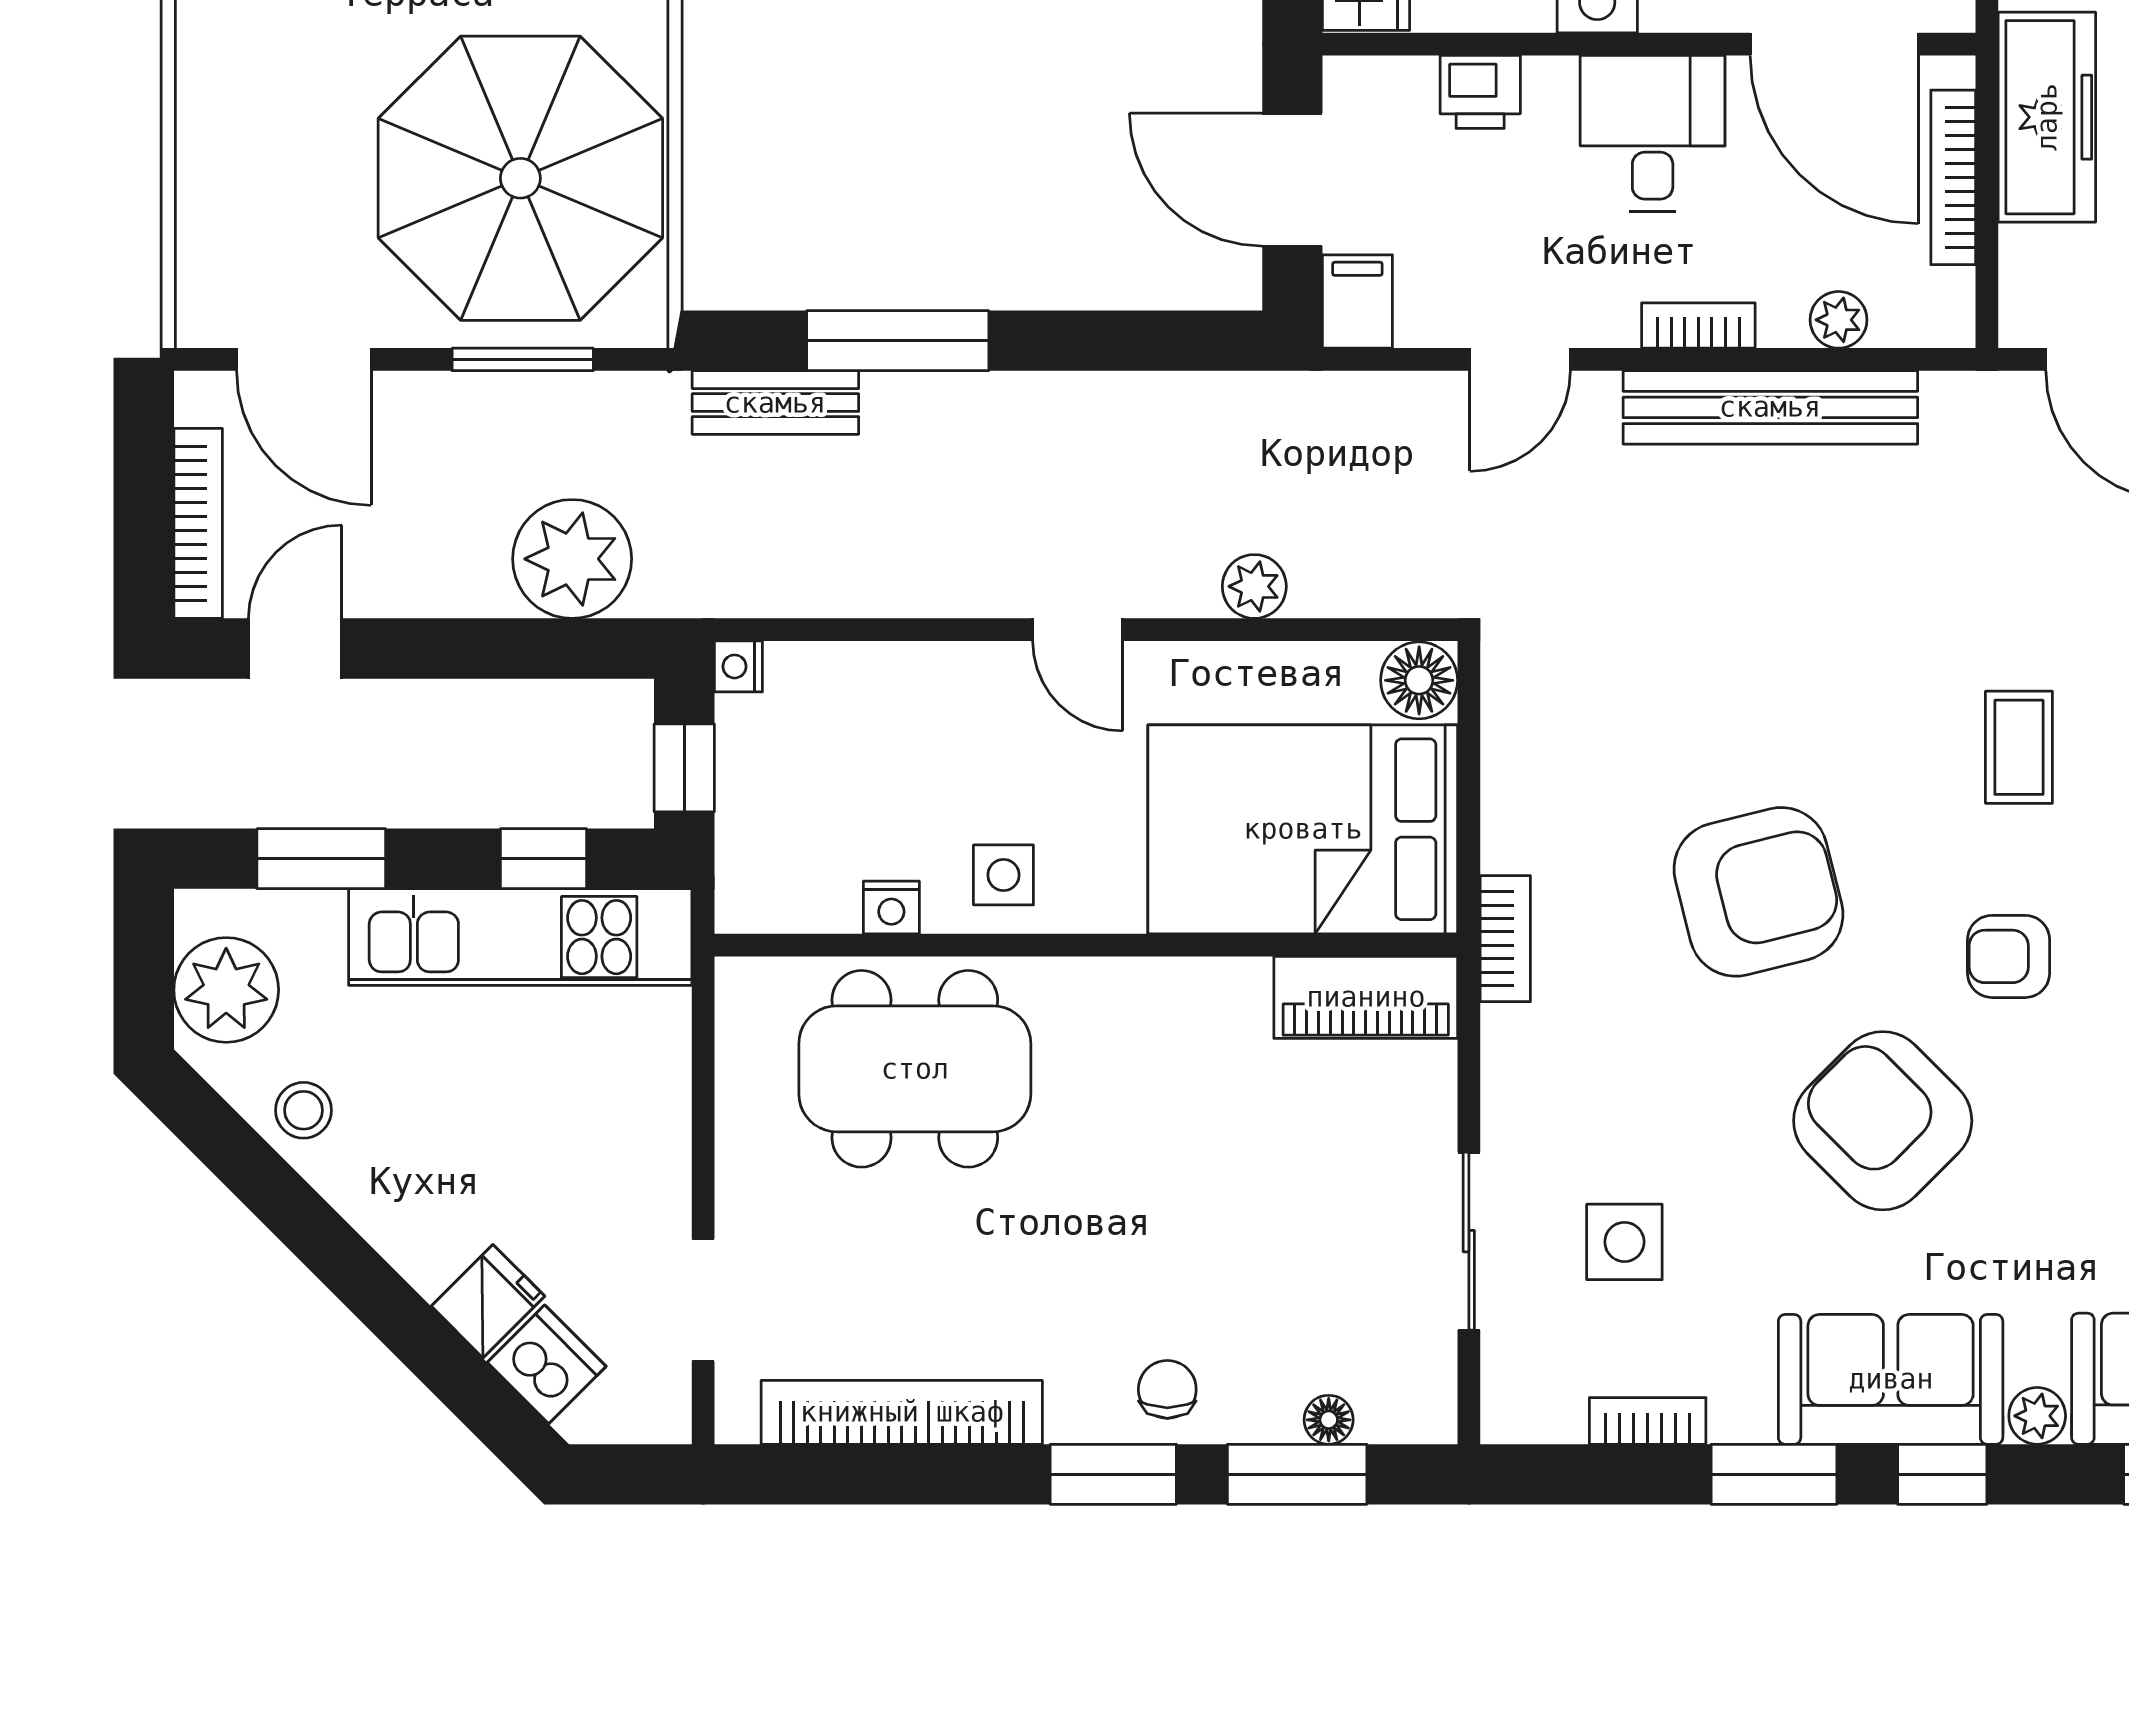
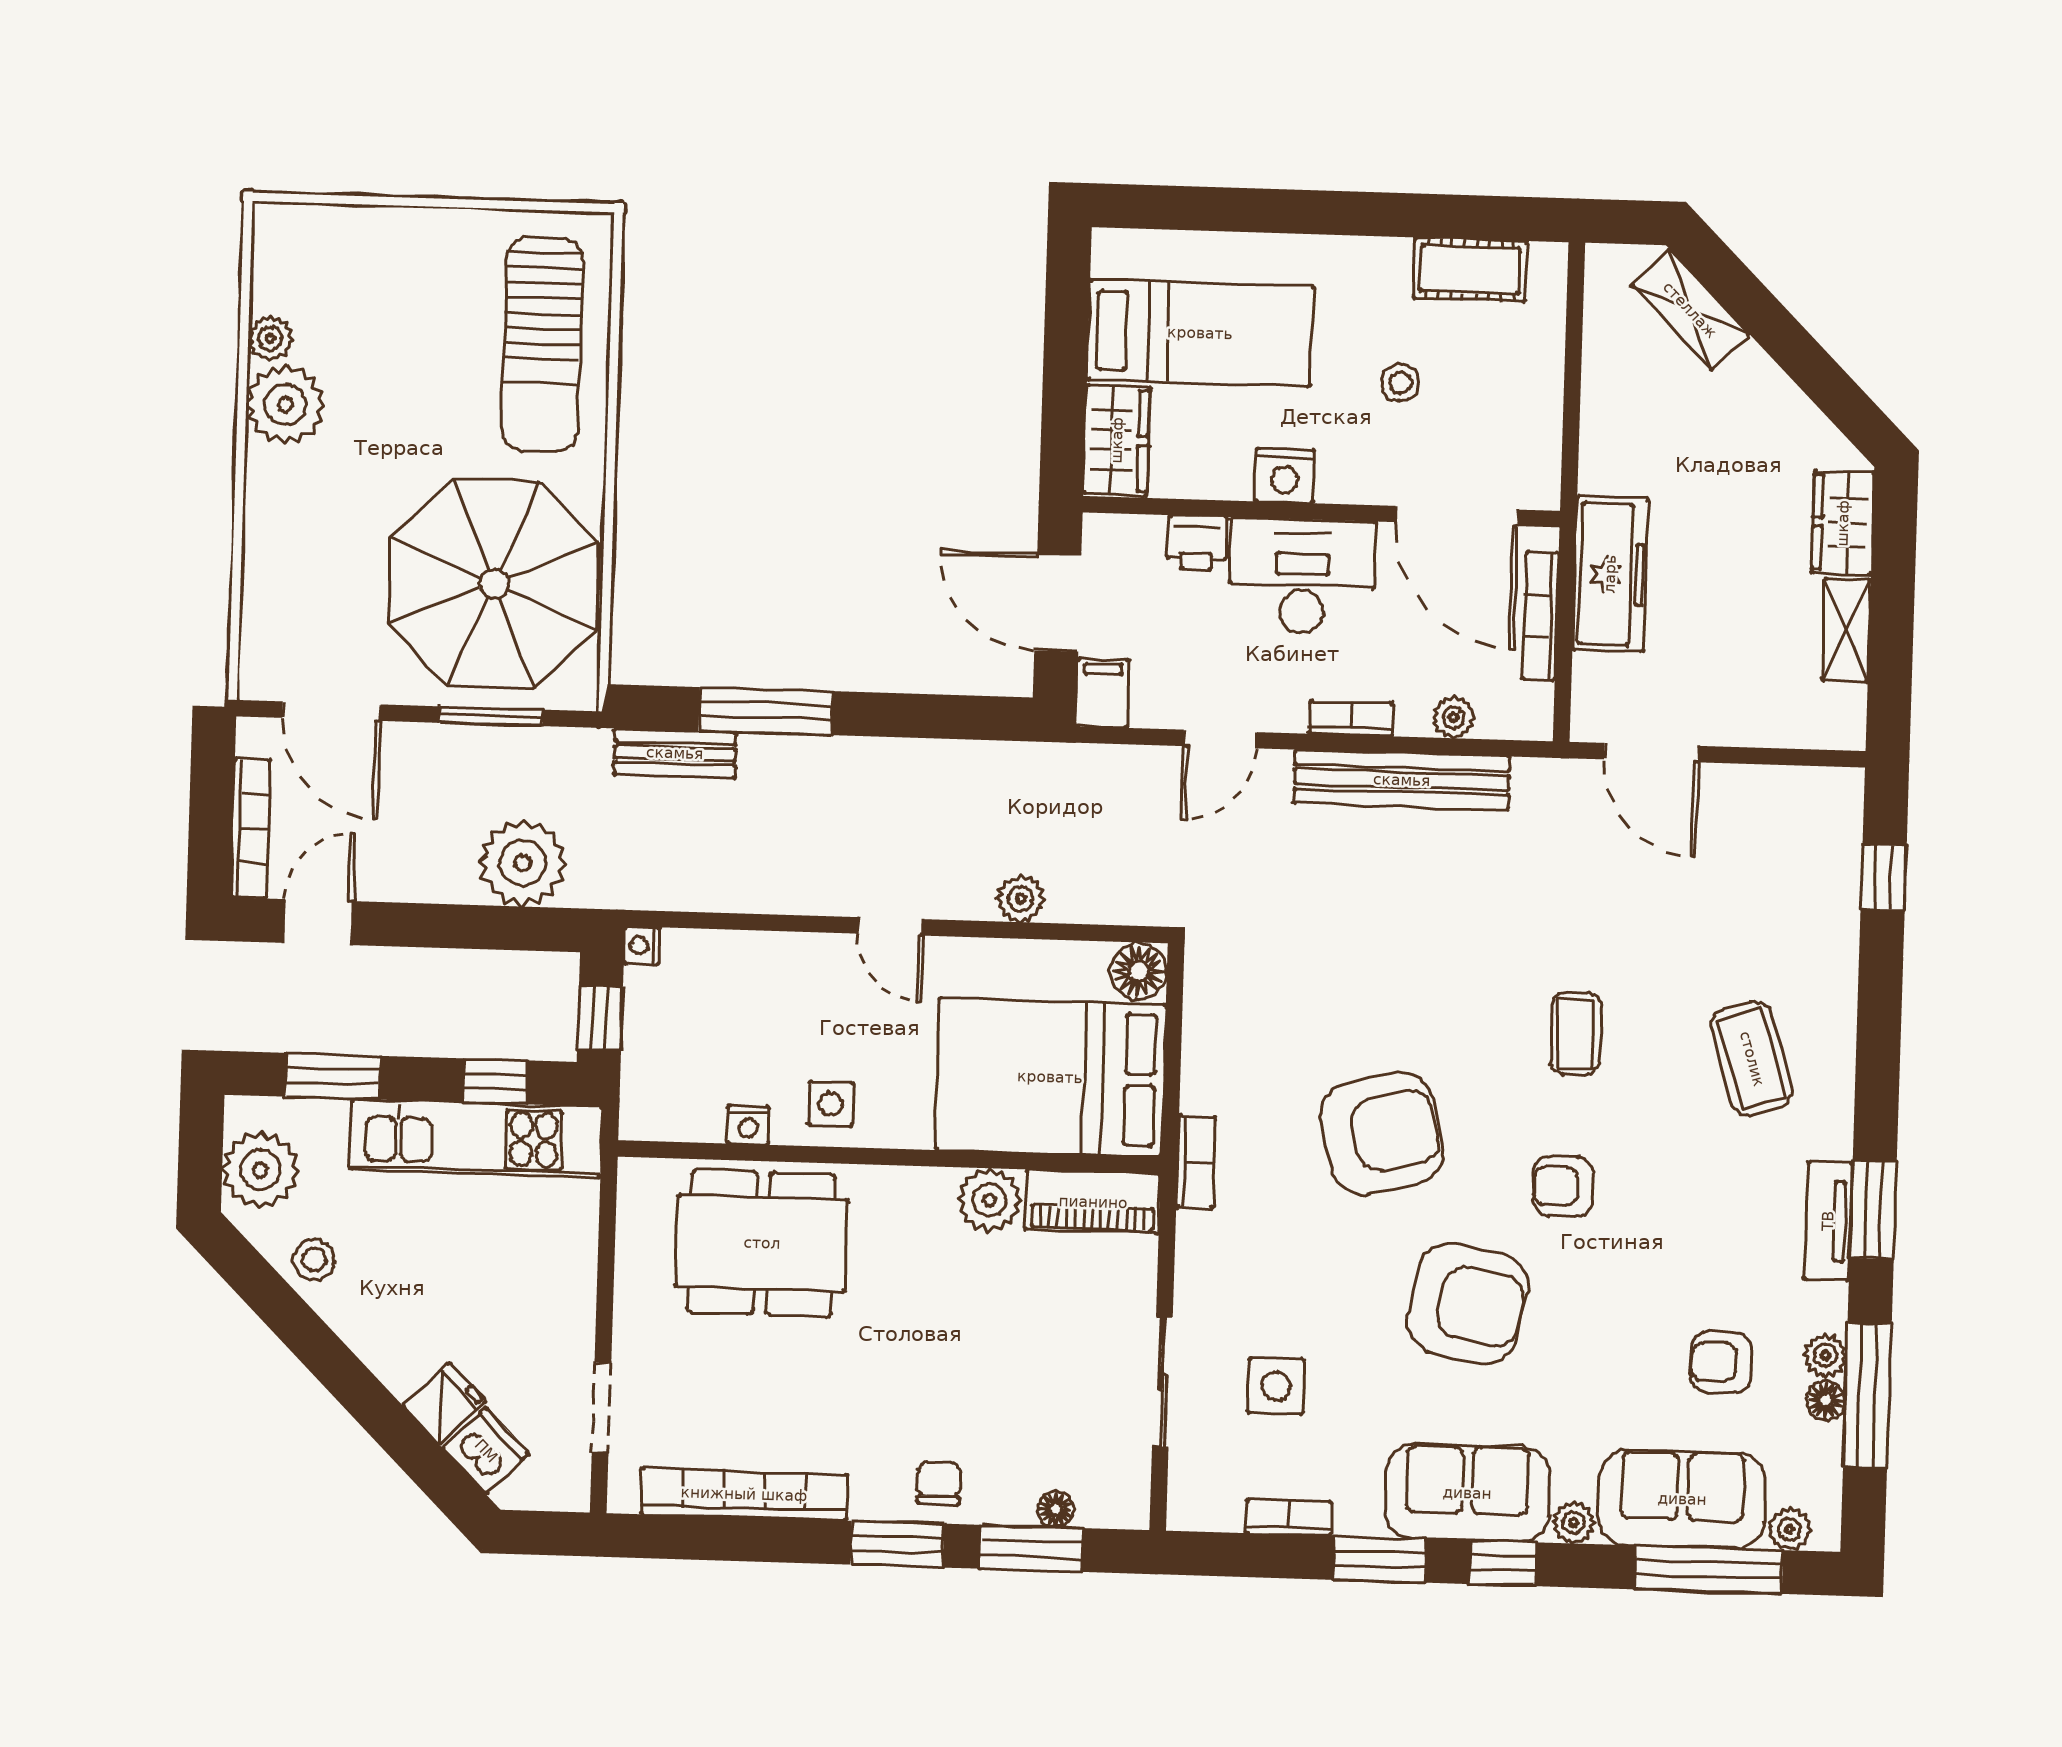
desk: (1653, 133) -> (1302, 576), width x1.37
plant: (1225, 1000) -> (989, 1200), added
armchair: (1883, 1121) -> (1467, 1304), turned 147

